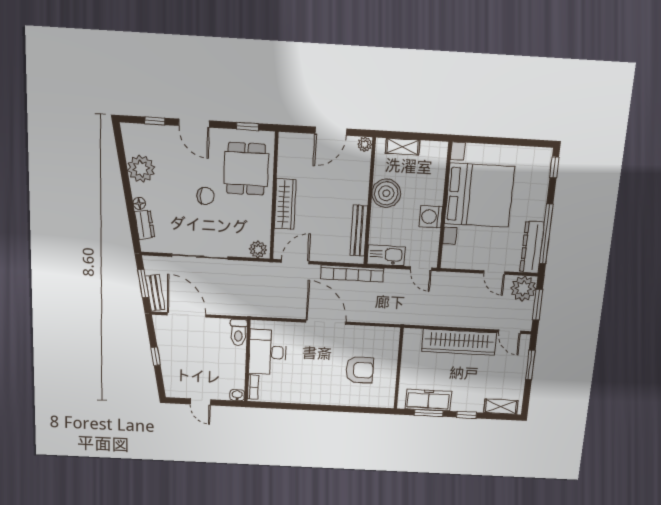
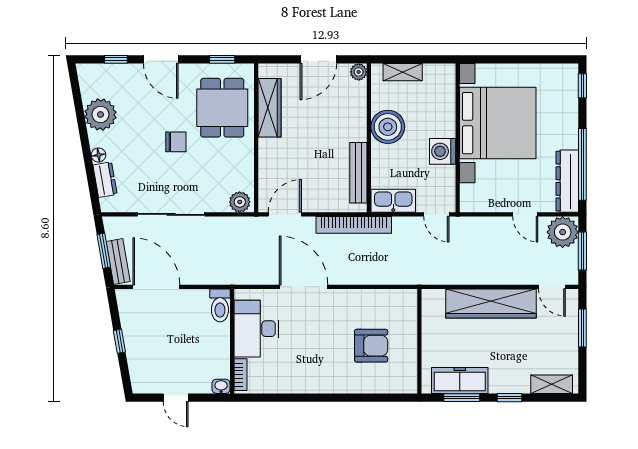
wardrobe: (285, 204) -> (270, 108), moved
door: (326, 322) -> (304, 287), moved

